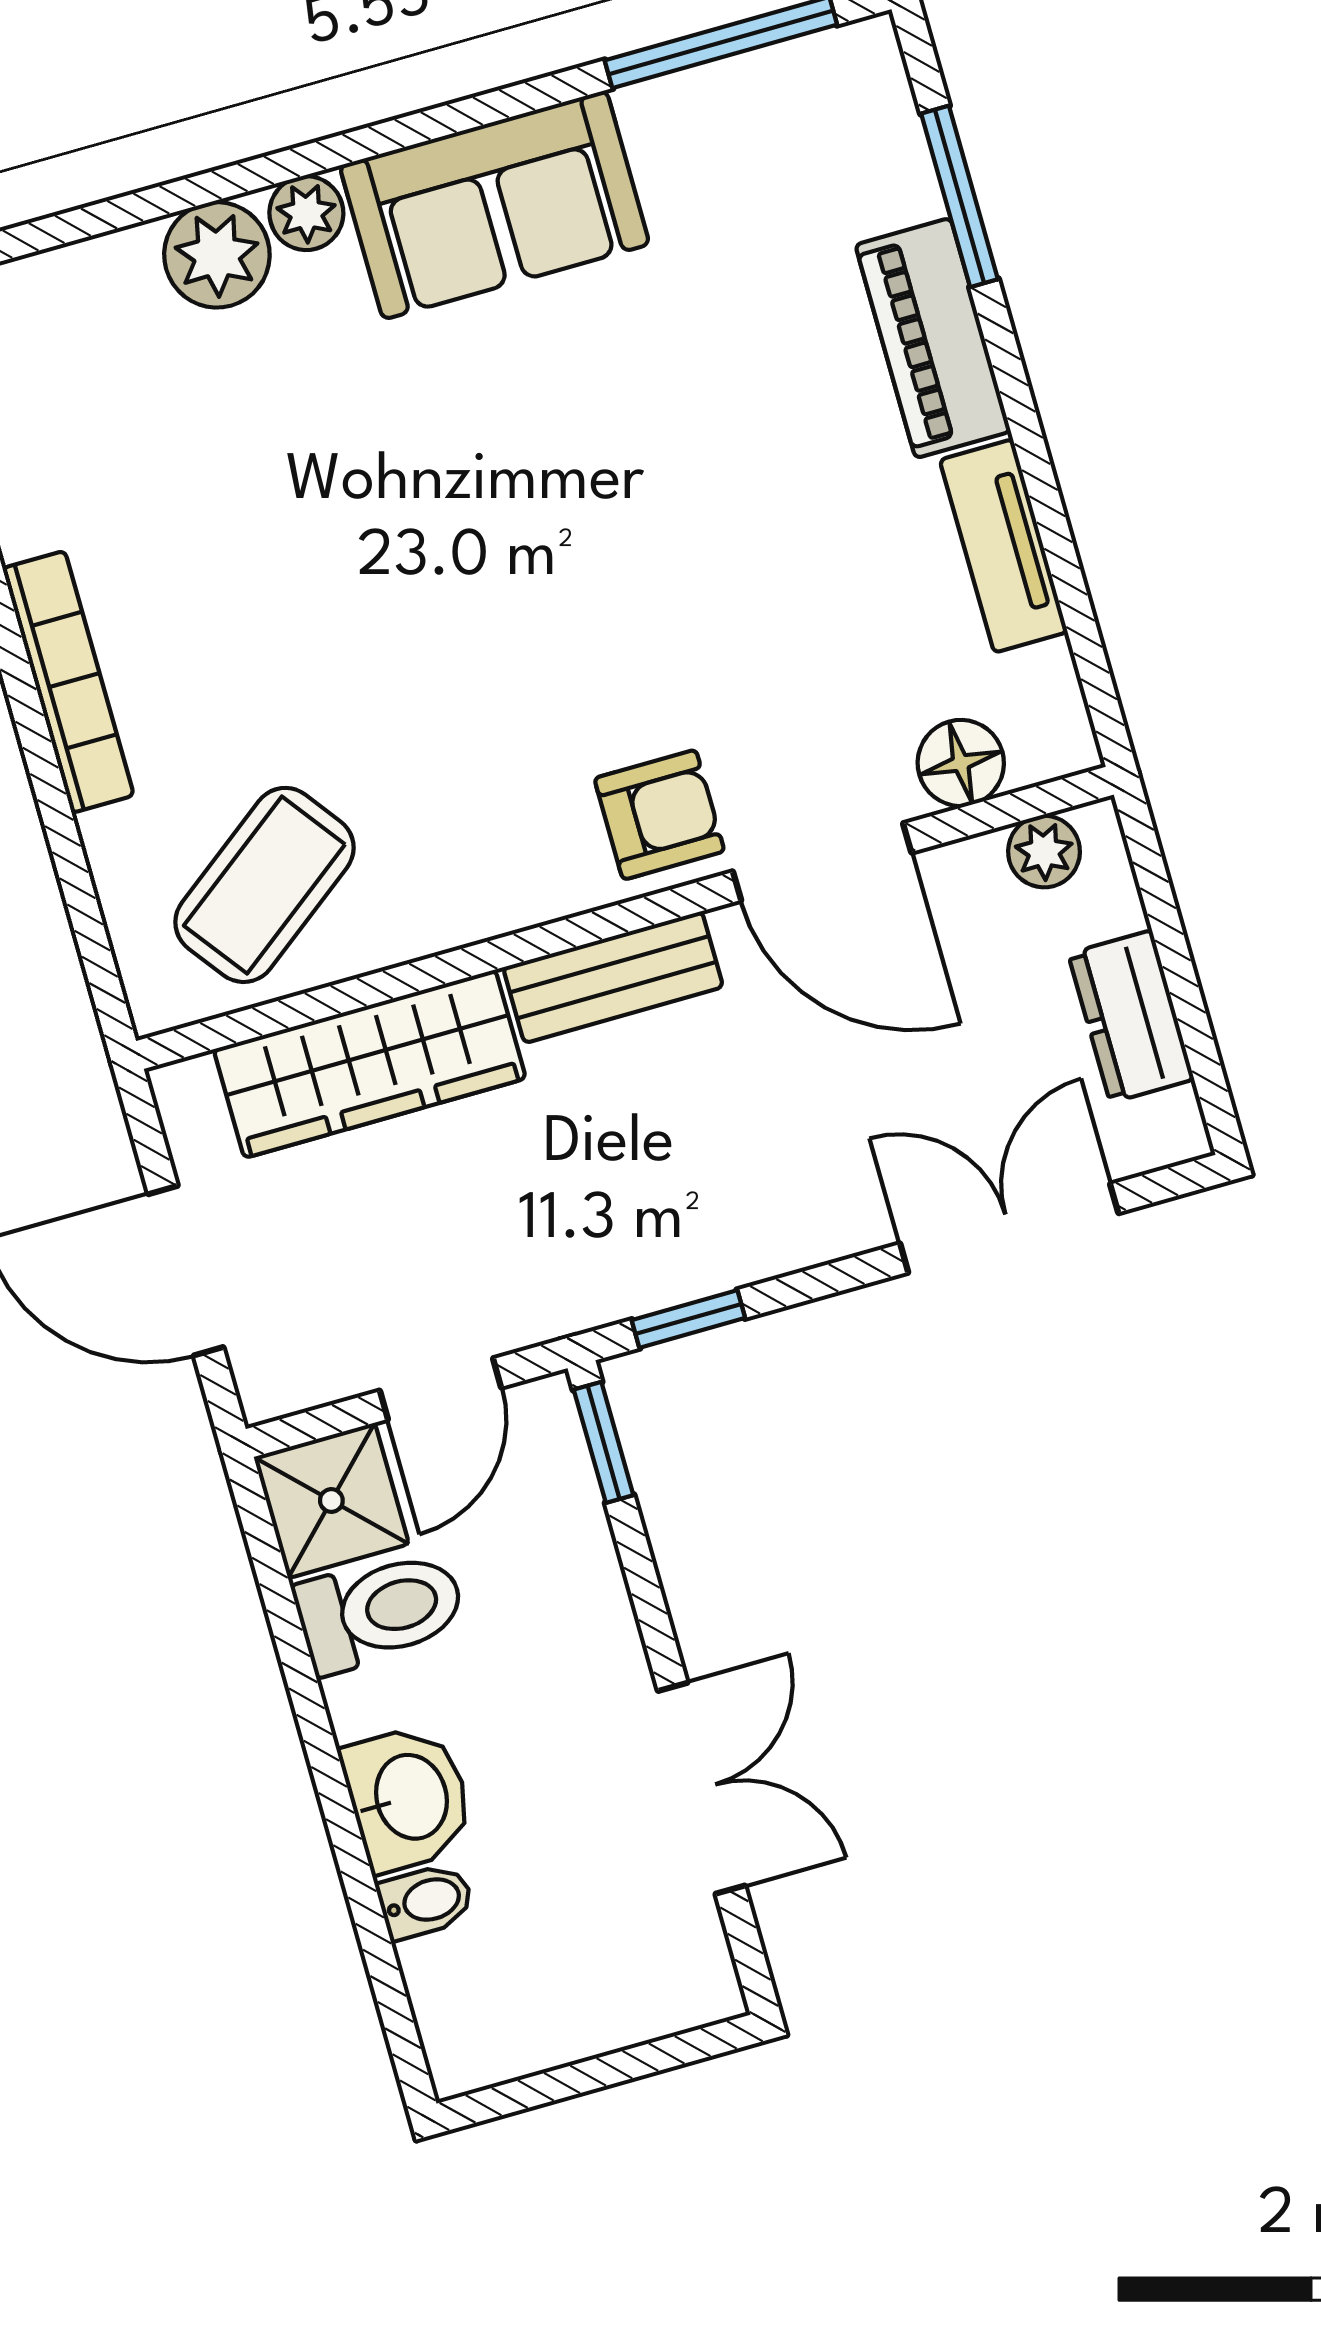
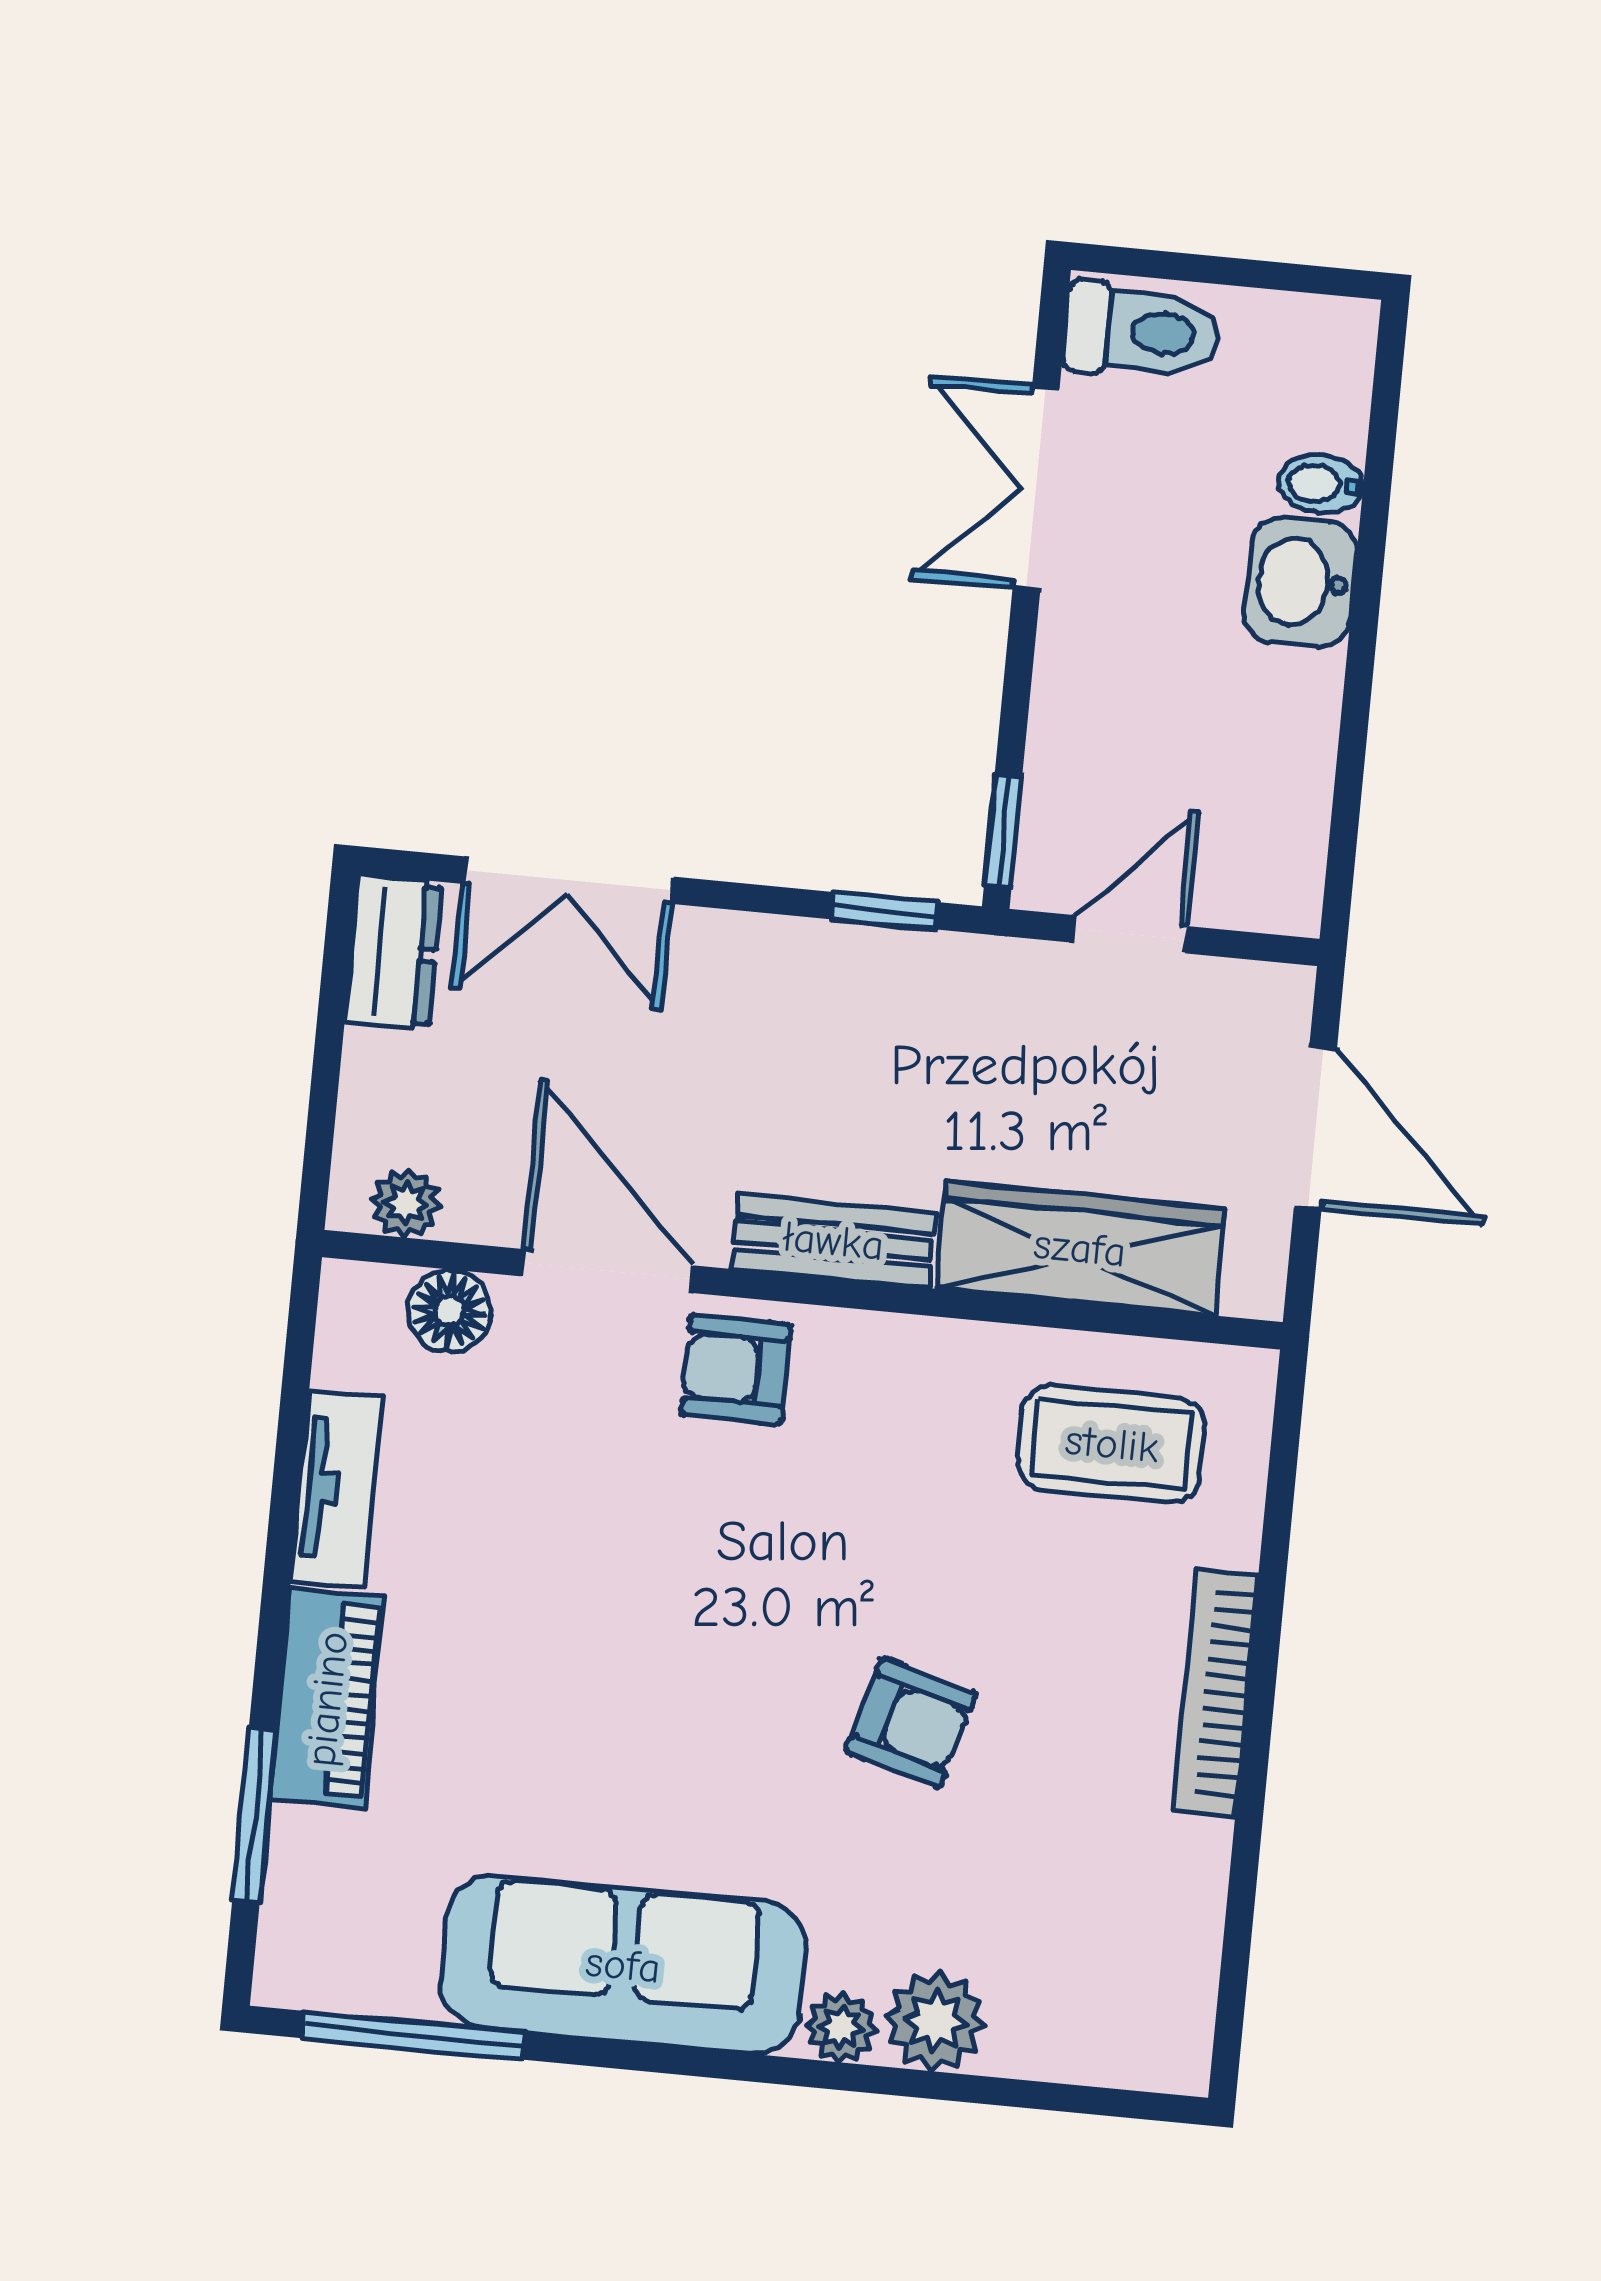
sofa: (495, 205) -> (623, 1965), width x1.36
armchair: (354, 537) -> (911, 1723), added
coffee table: (264, 885) -> (1112, 1444), turned 37
dresser: (1131, 1016) -> (393, 952), moved
shower: (331, 1501) -> (1266, 873), removed
toilet: (380, 1611) -> (1142, 332), moved, turned 180

